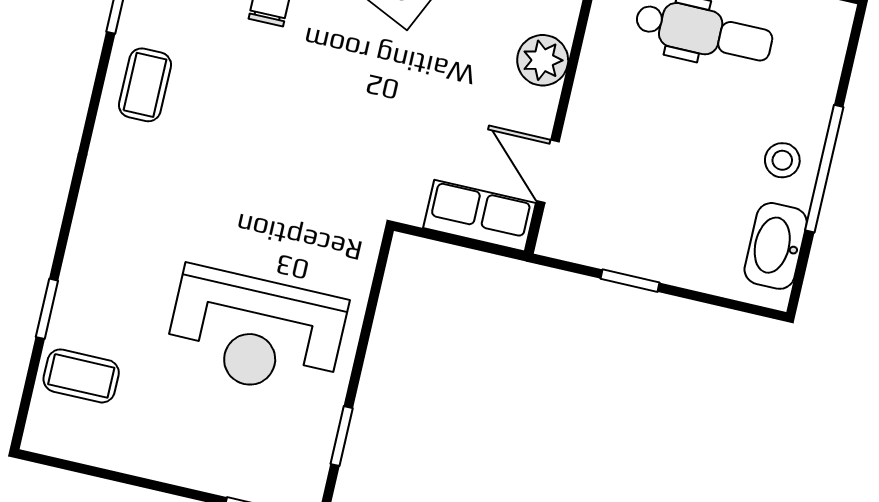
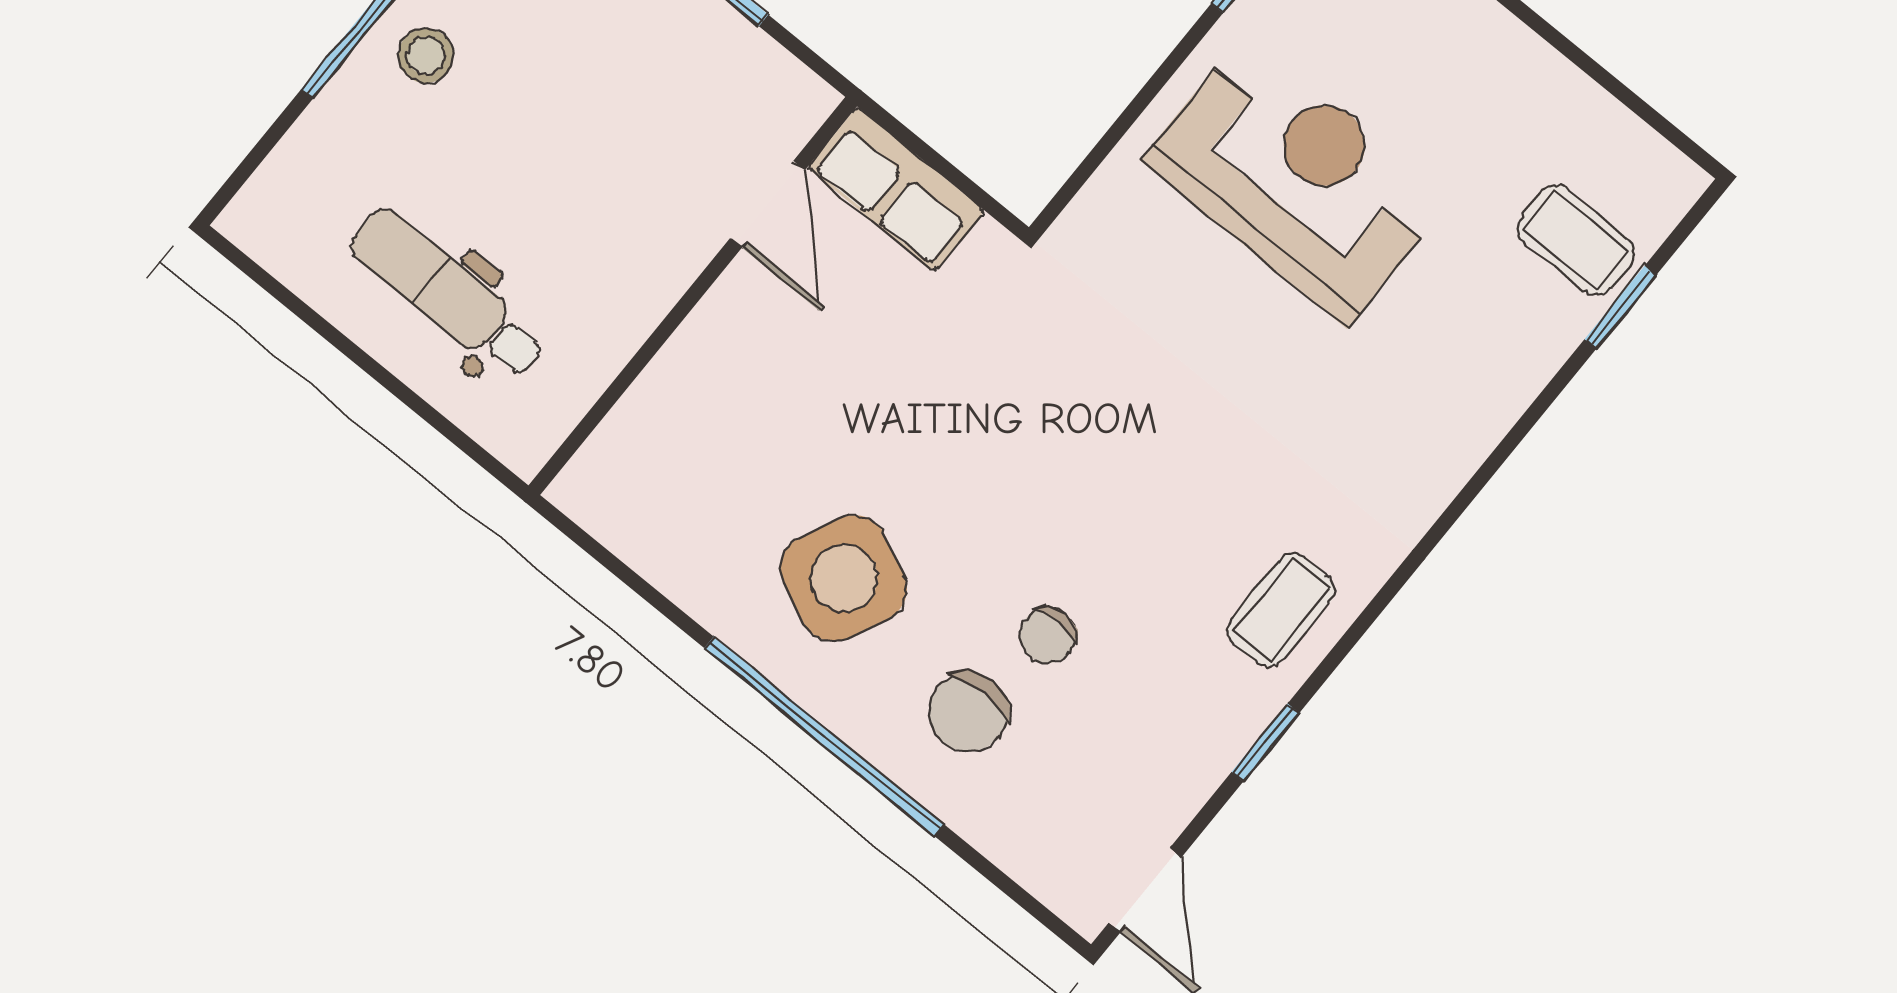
plant: (543, 60) -> (697, 366), removed
window: (47, 309) -> (1620, 307), moved

